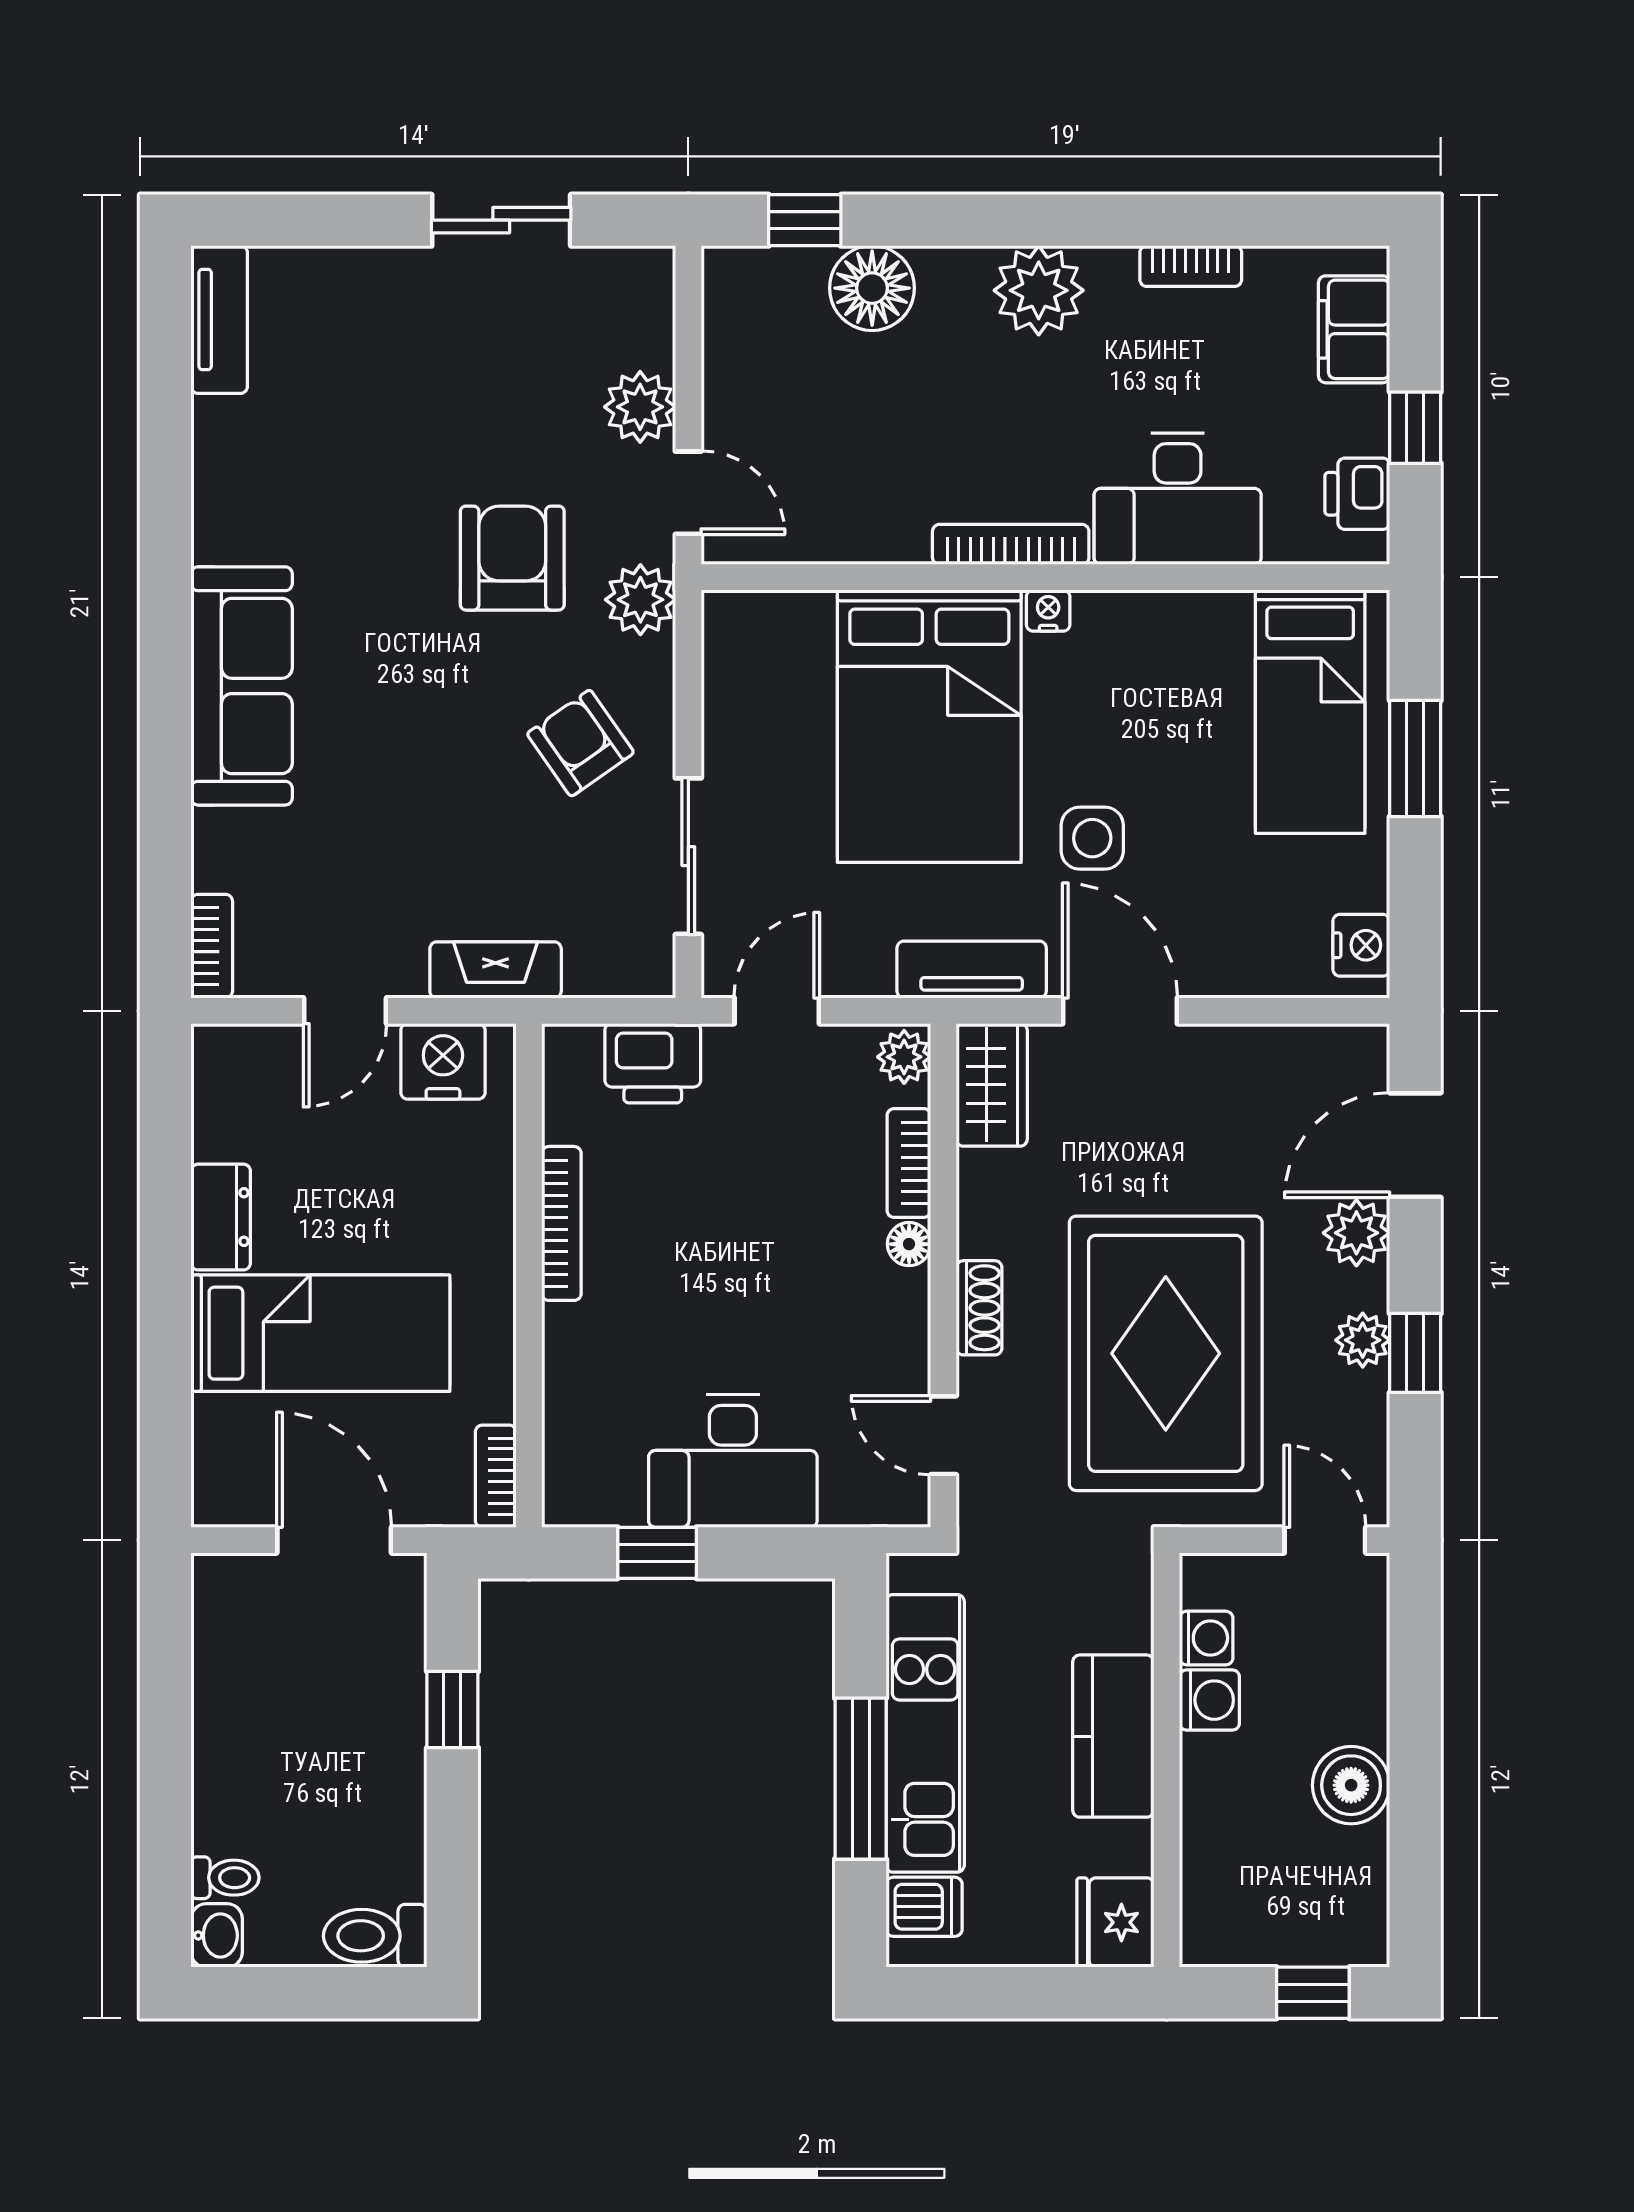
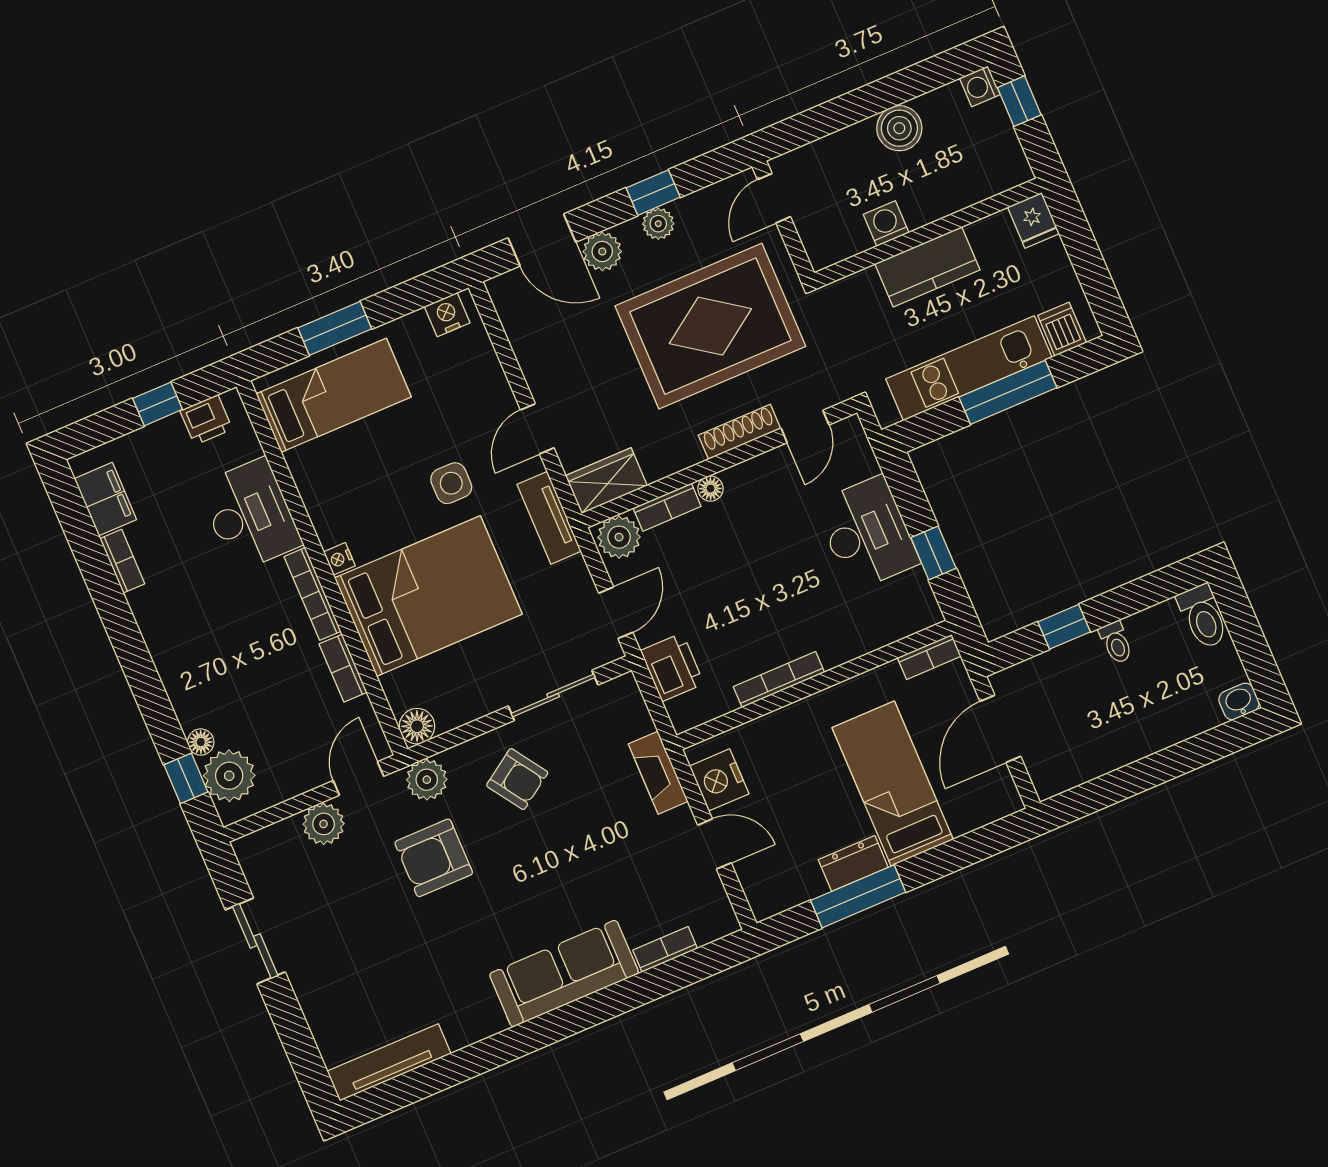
floor lamp: (872, 288) -> (201, 742), width x0.53, depth x0.53
plant: (1039, 290) -> (229, 776), moved
tv unit: (219, 320) -> (389, 1062), width x1.41
filing cabinet: (1354, 329) -> (105, 499), moved, turned -90
bookcase: (873, 543) -> (343, 668), added
floor lamp: (732, 620) -> (417, 726), added
armchair: (580, 743) -> (517, 779), turned -89
bookcase: (212, 946) -> (665, 949), moved
door: (777, 1011) -> (616, 613), swing flipped
door: (1120, 1011) -> (537, 429), width x0.73
plant: (904, 1057) -> (619, 537), width x1.38, depth x1.38
window: (165, 1203) -> (858, 896), added
shoe rack: (979, 1308) -> (739, 432), width x1.43
washing machine: (1206, 1638) -> (980, 86), moved, turned -90
toilet: (225, 1878) -> (1116, 642), moved, turned 180
fridge: (1115, 1922) -> (1033, 220), width x0.72

